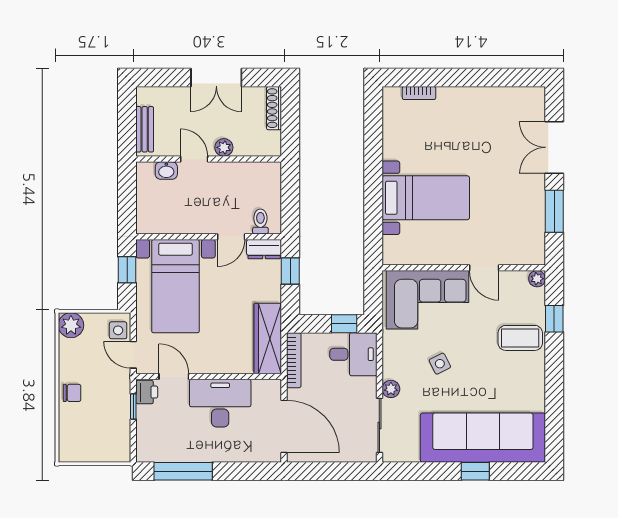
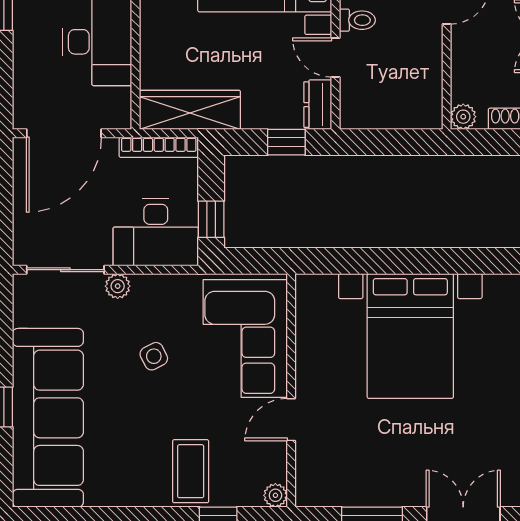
plant: (224, 147) -> (463, 117), moved
bed with nightstands: (426, 198) -> (410, 336), width x1.36
toilet: (260, 221) -> (357, 20), moved
desk: (353, 354) -> (156, 232), width x1.37

